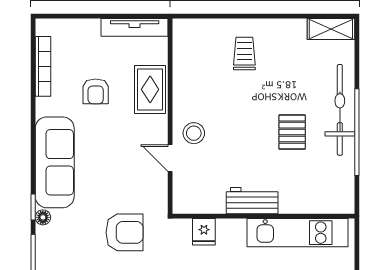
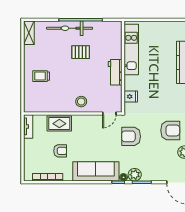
tv unit: (135, 27) -> (28, 126), width x0.71
door: (170, 158) -> (109, 113), moved
armchair: (124, 232) -> (131, 136), turned -90
plant: (48, 240) -> (135, 175), added

